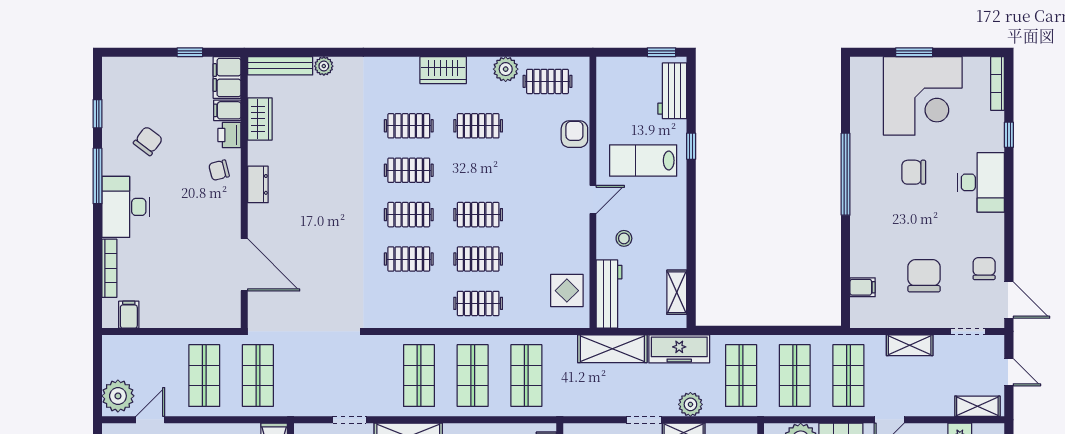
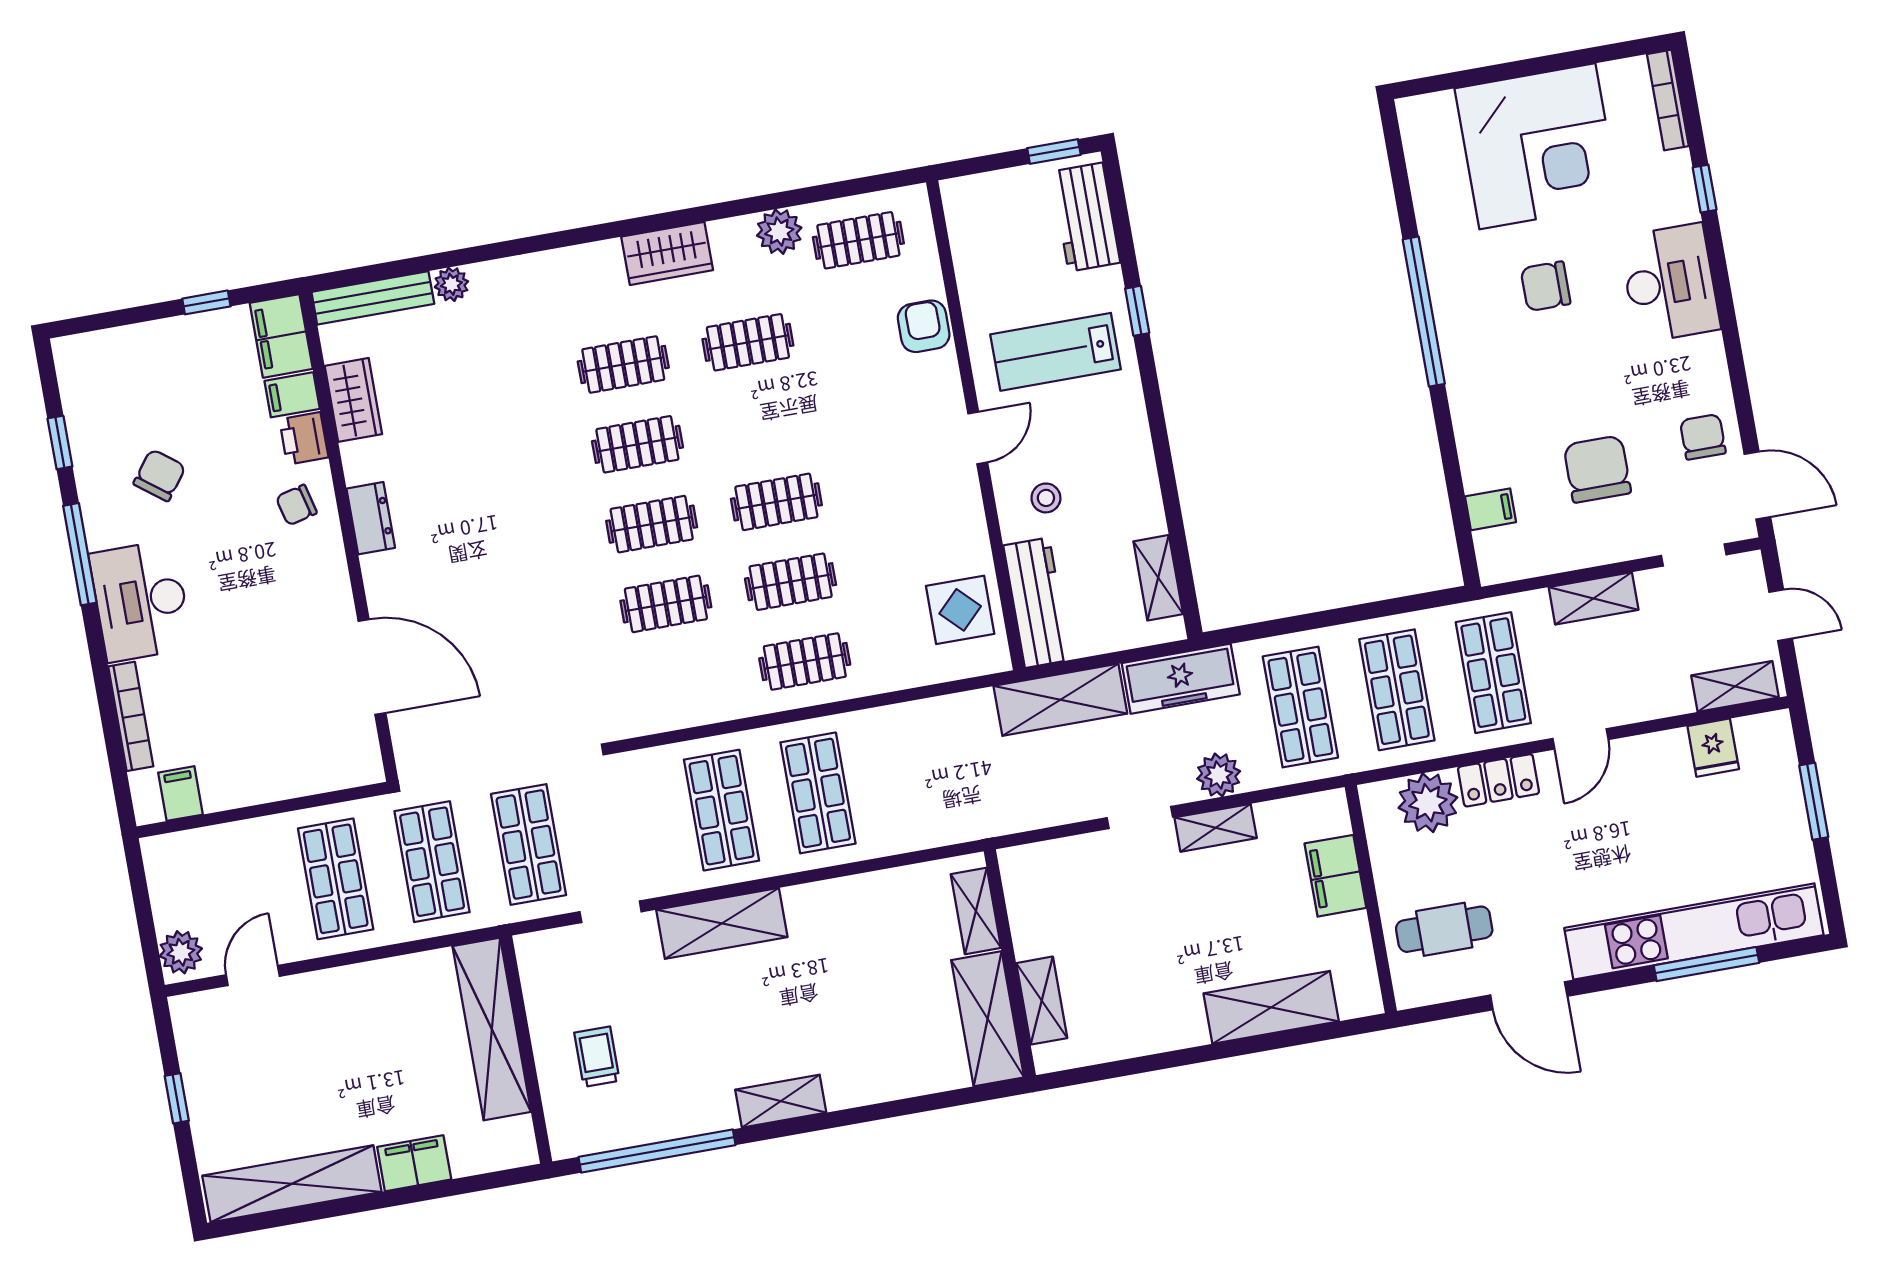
window: (914, 52) -> (1508, 71), removed
shop shelf: (526, 376) -> (529, 844), moved
plant: (118, 396) -> (181, 952), width x0.73, depth x0.73

